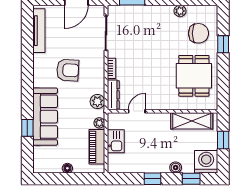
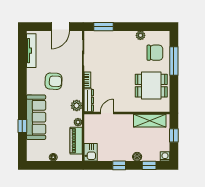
window: (223, 44) -> (174, 61), width x2.17
dining table: (194, 76) -> (151, 86), turned 90
kitchen sink: (116, 141) -> (91, 152), moved
washing machine: (206, 162) -> (165, 156), width x0.53, depth x0.53

